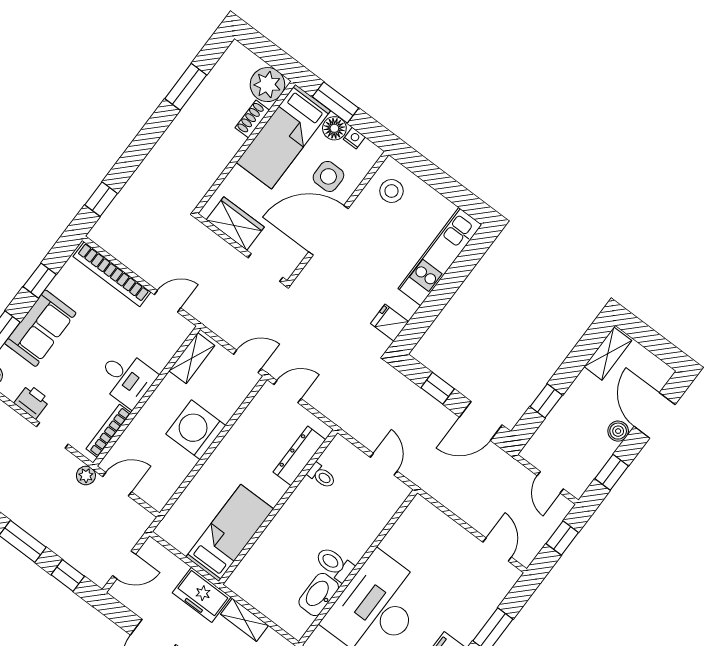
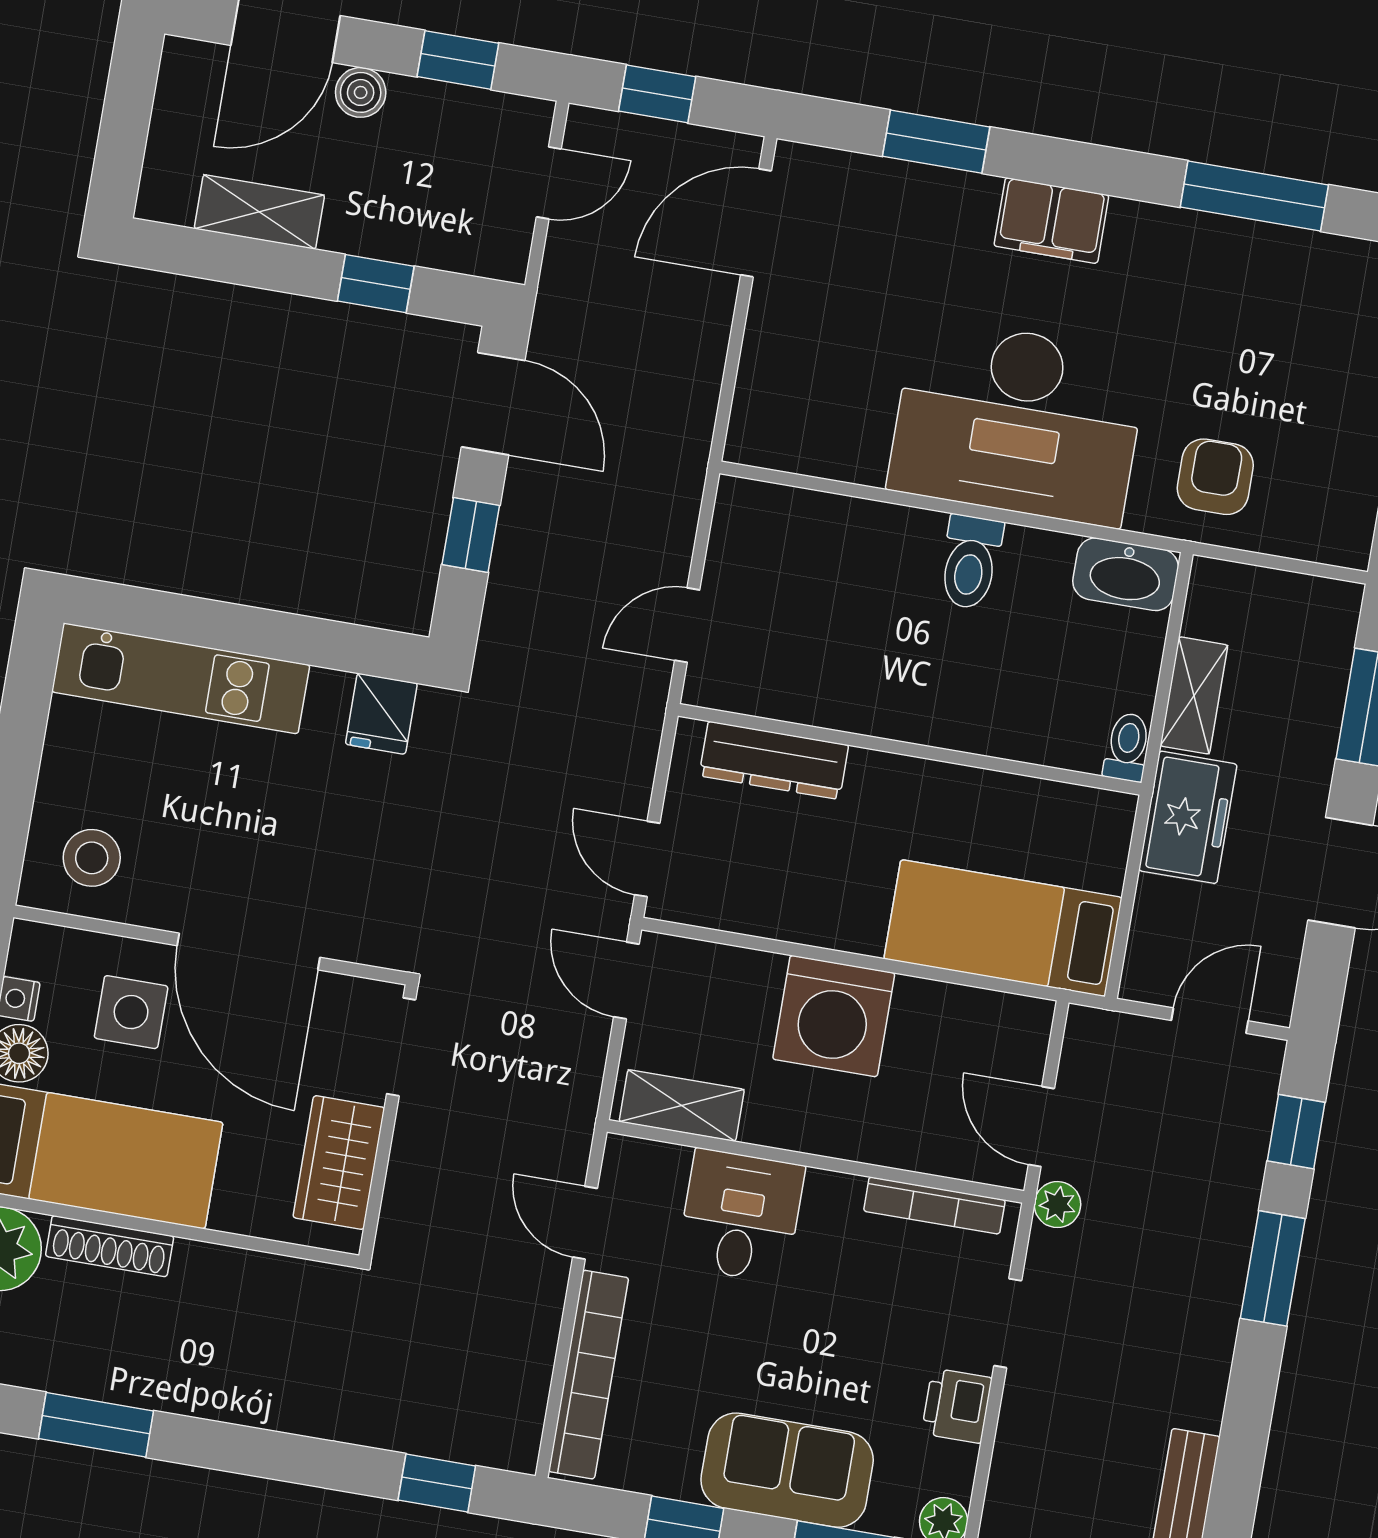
shoe rack: (252, 119) -> (110, 1246), width x1.43
shelving: (608, 354) -> (259, 212), moved
desk: (126, 378) -> (741, 1216), moved
door: (384, 464) -> (687, 625), moved
toilet: (322, 476) -> (1127, 747), moved
bed: (230, 533) -> (1003, 928), moved
door: (497, 550) -> (756, 223), width x1.38
door: (124, 565) -> (1210, 1021), hinge flipped
washbasin: (319, 594) -> (1126, 574), moved

